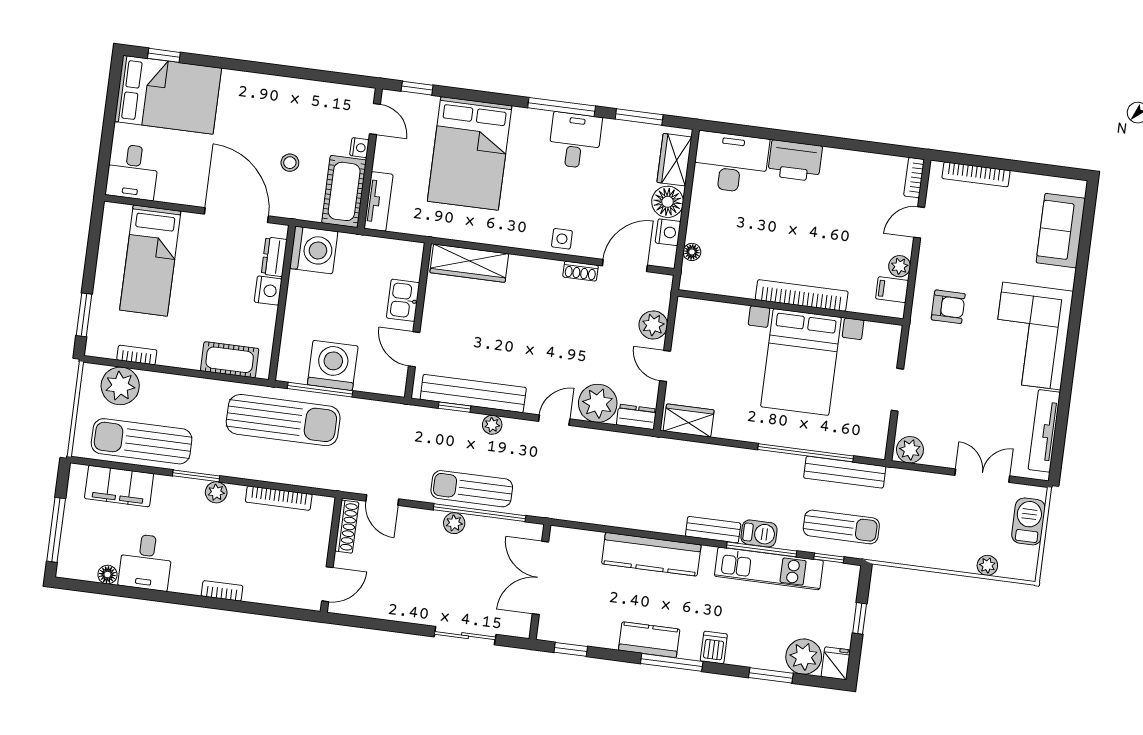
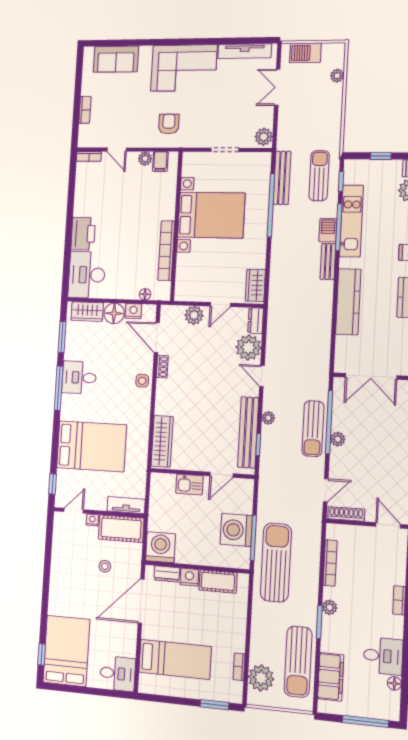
bookcase: (976, 174) -> (85, 110), width x0.64
bookcase: (802, 295) -> (166, 251), moved
cot: (230, 360) -> (218, 581), moved, turned 90

